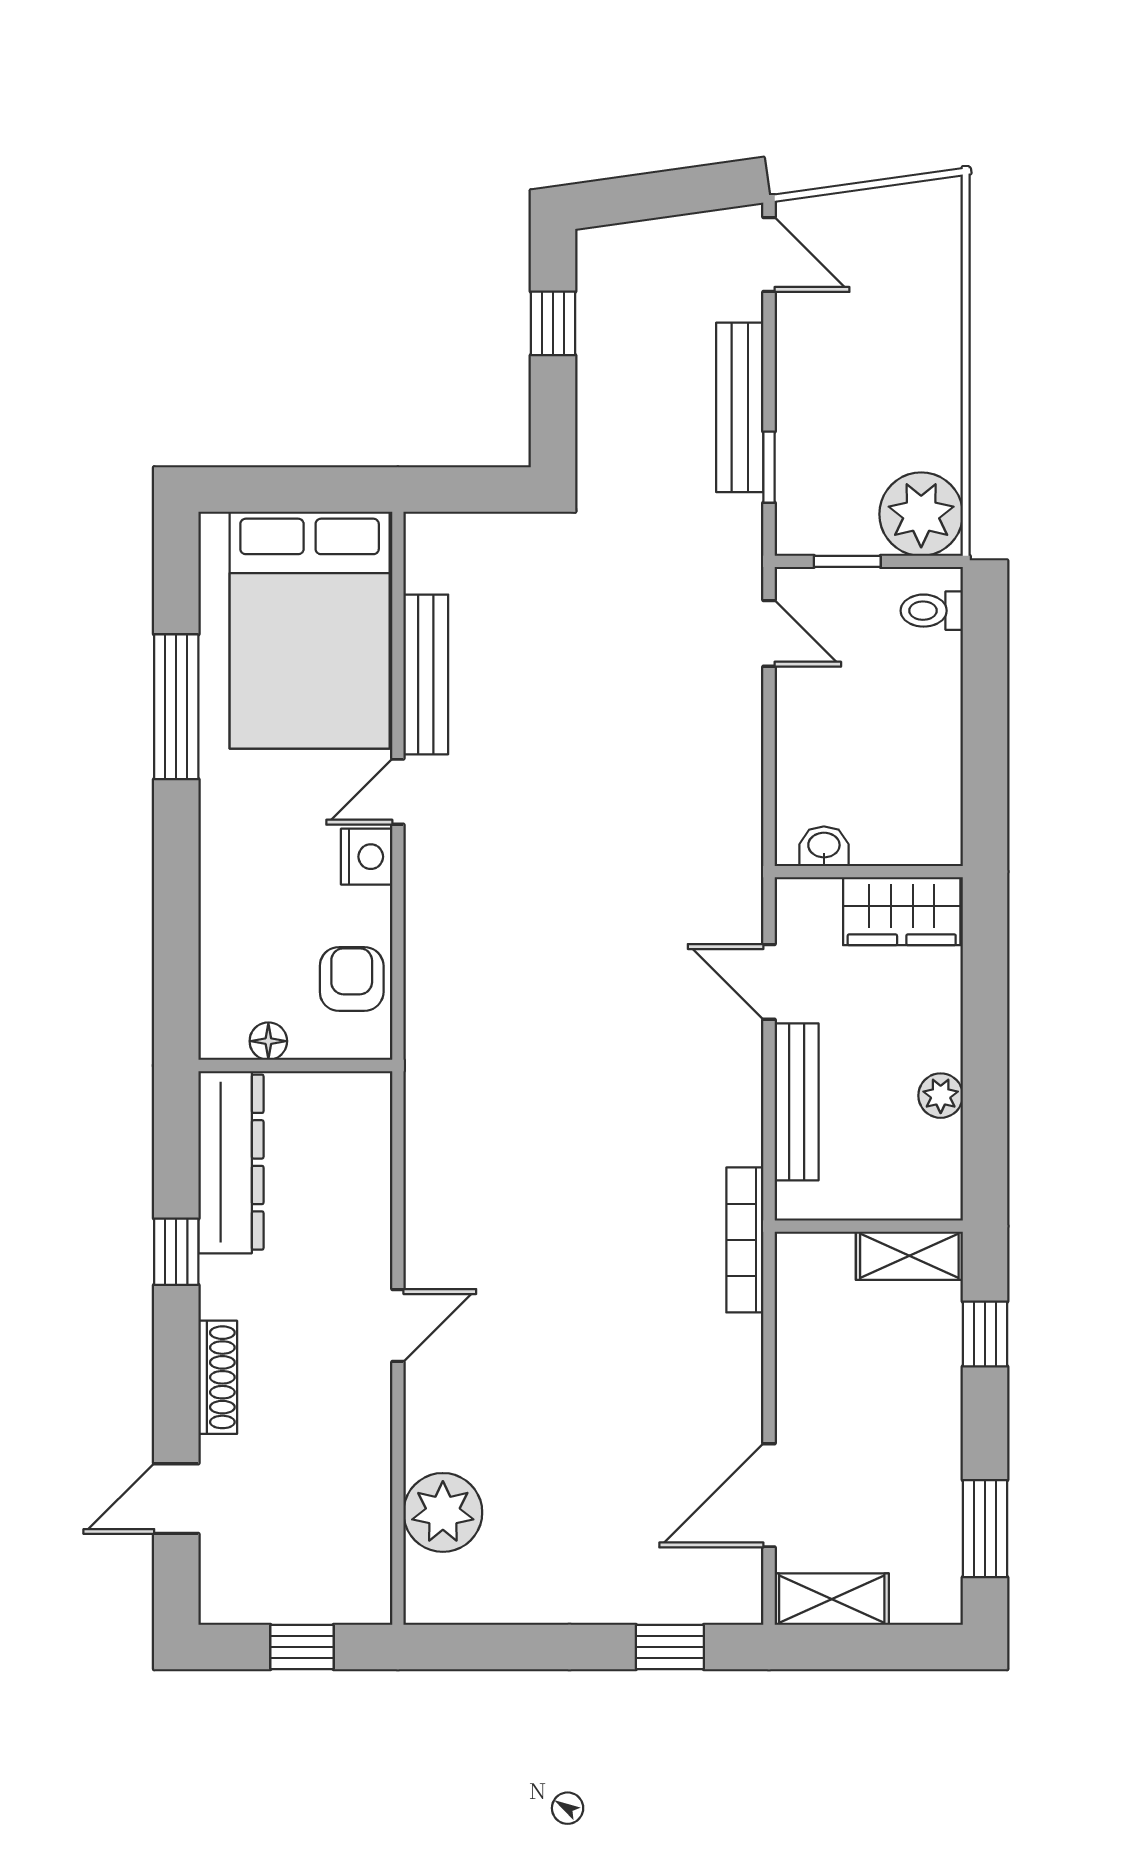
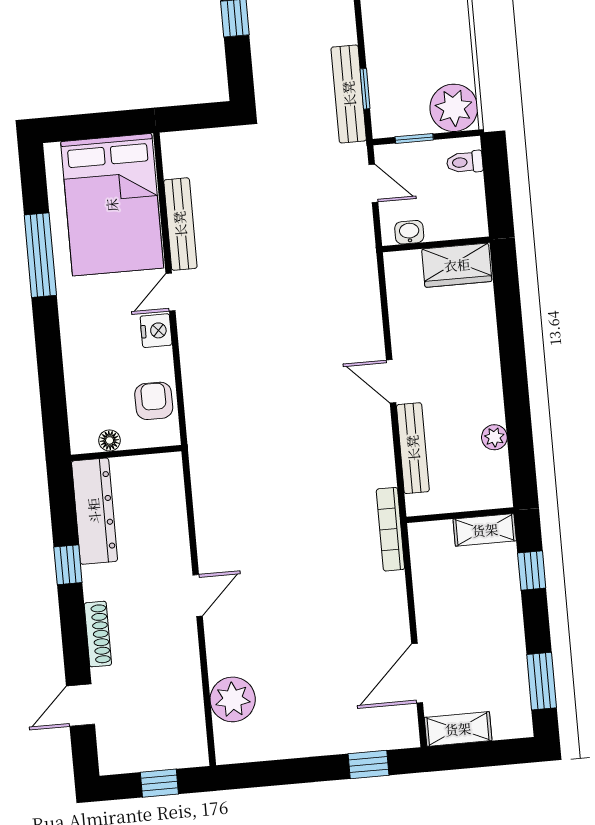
bench: (740, 407) -> (349, 94), moved
washbasin: (824, 846) -> (409, 232), moved
wall: (869, 872) -> (436, 244), moved
wardrobe: (902, 911) -> (457, 265), moved

